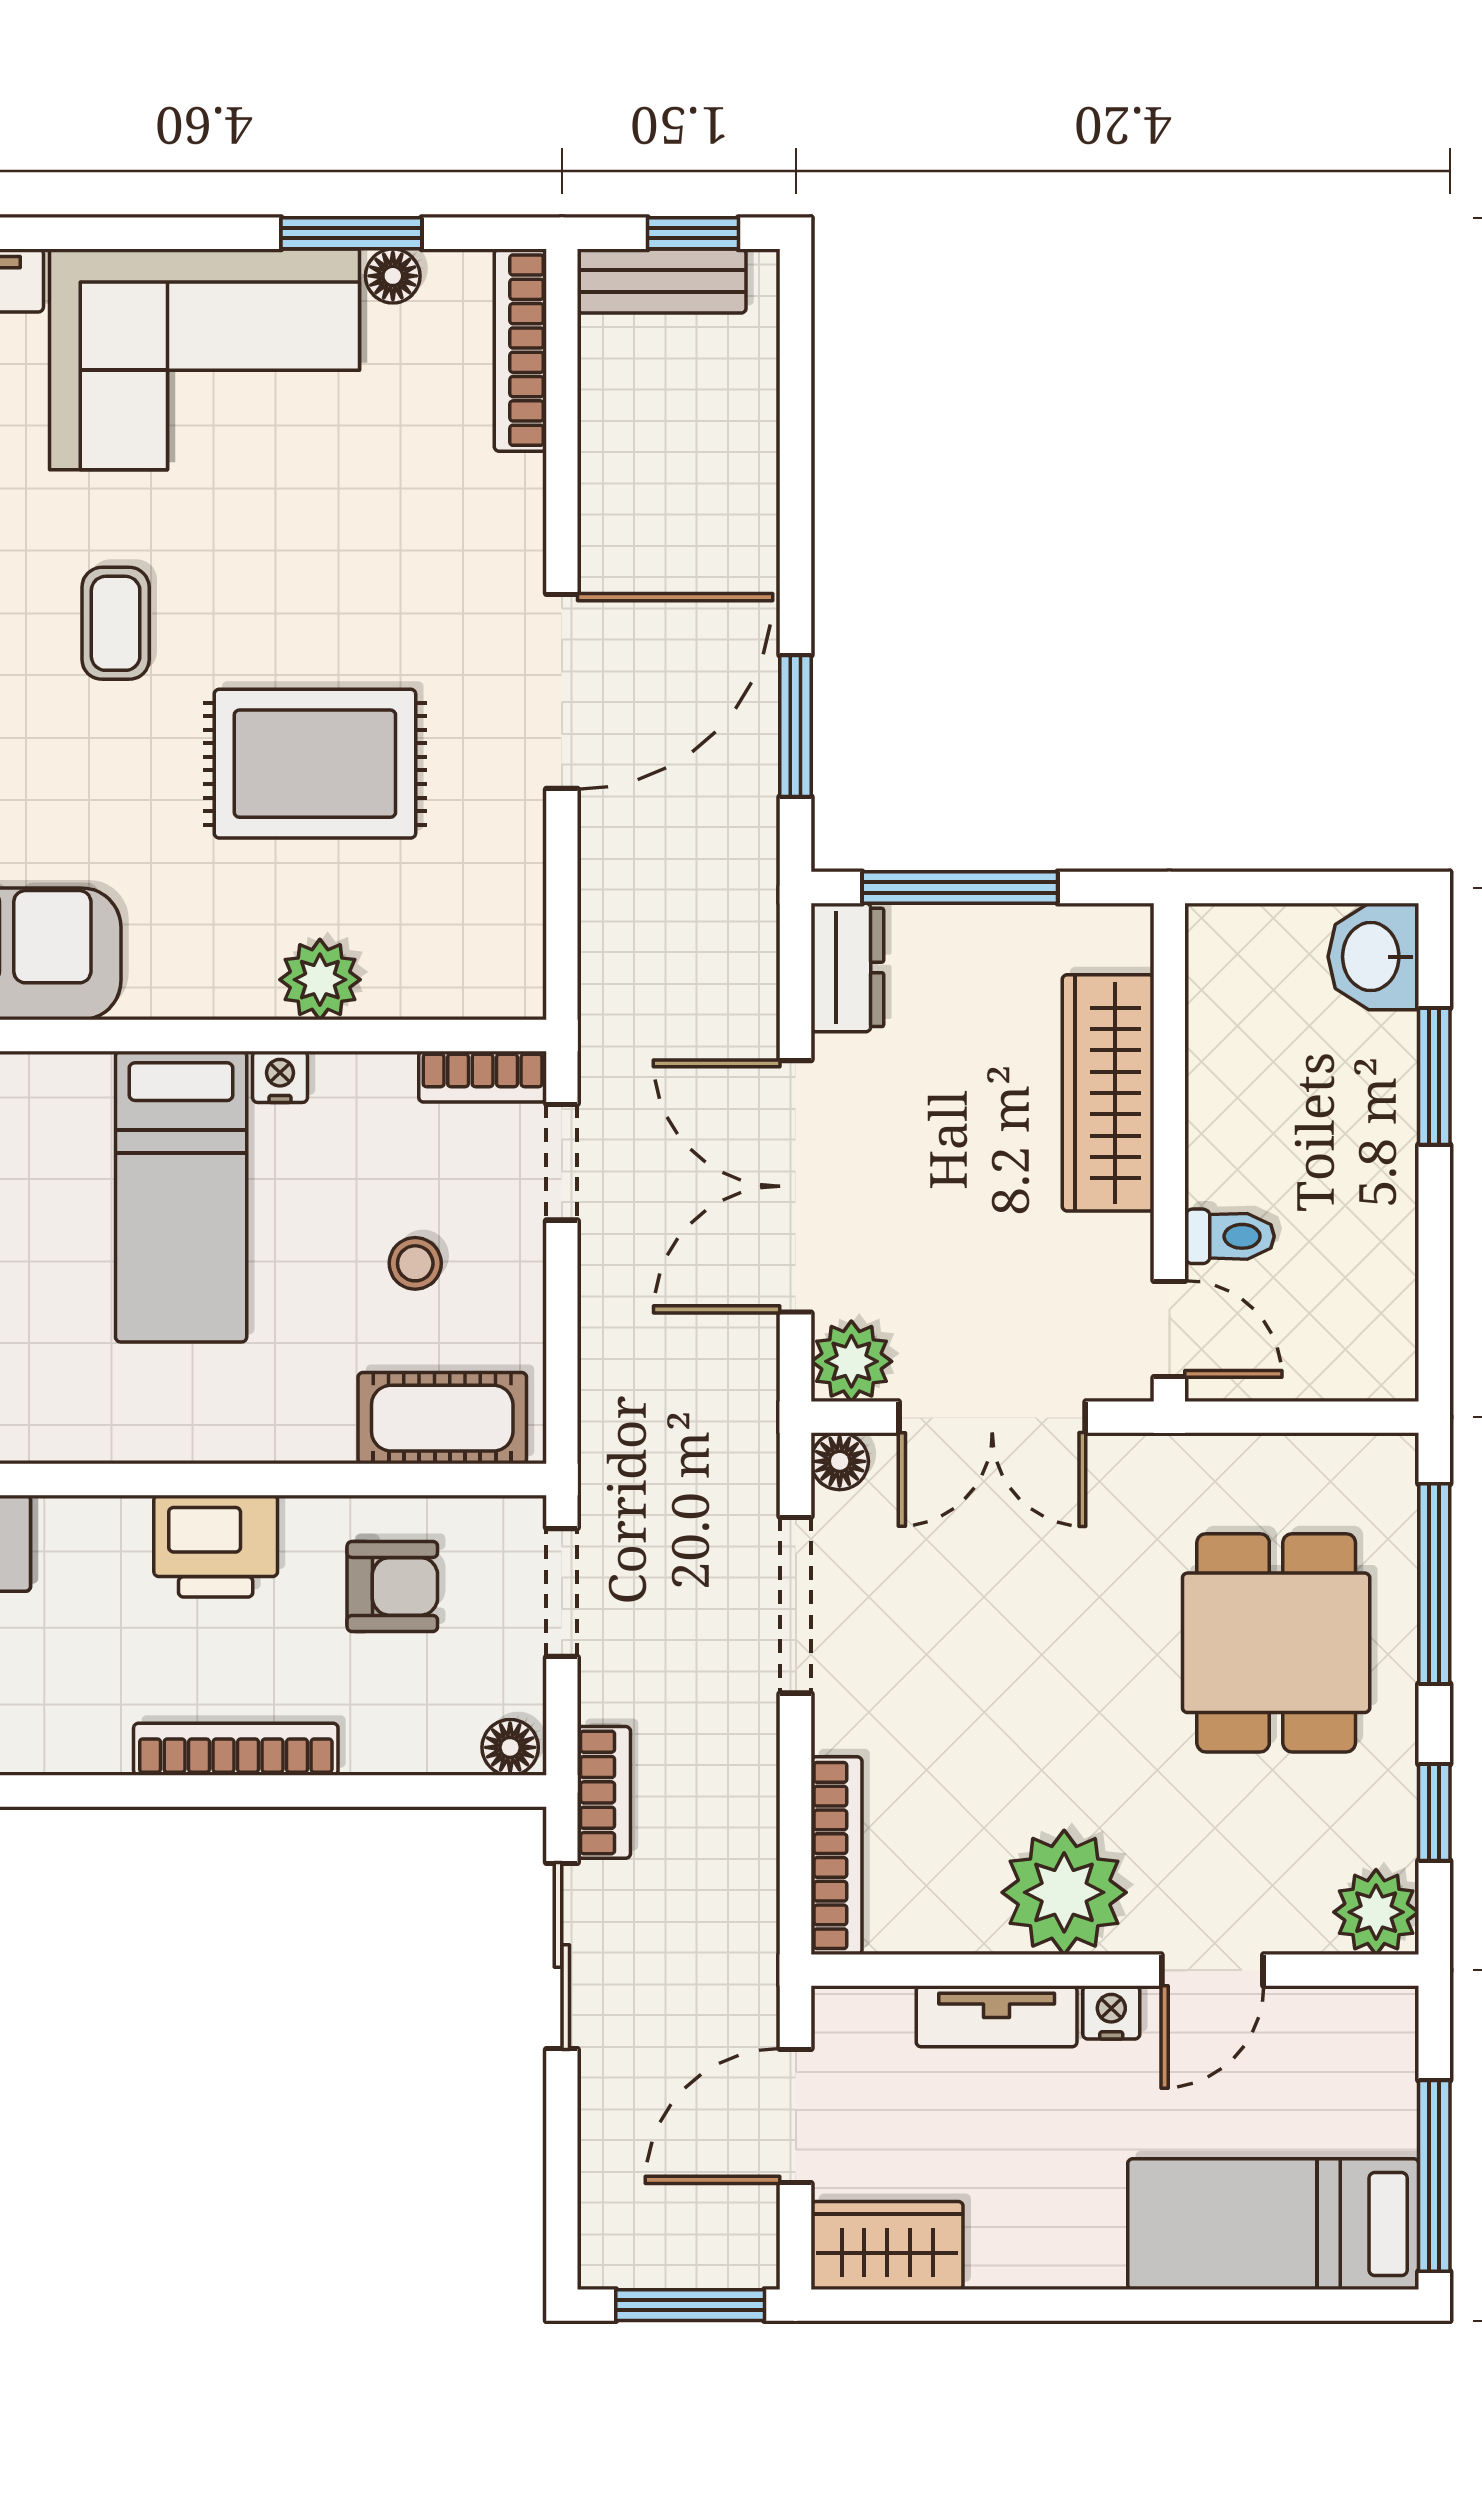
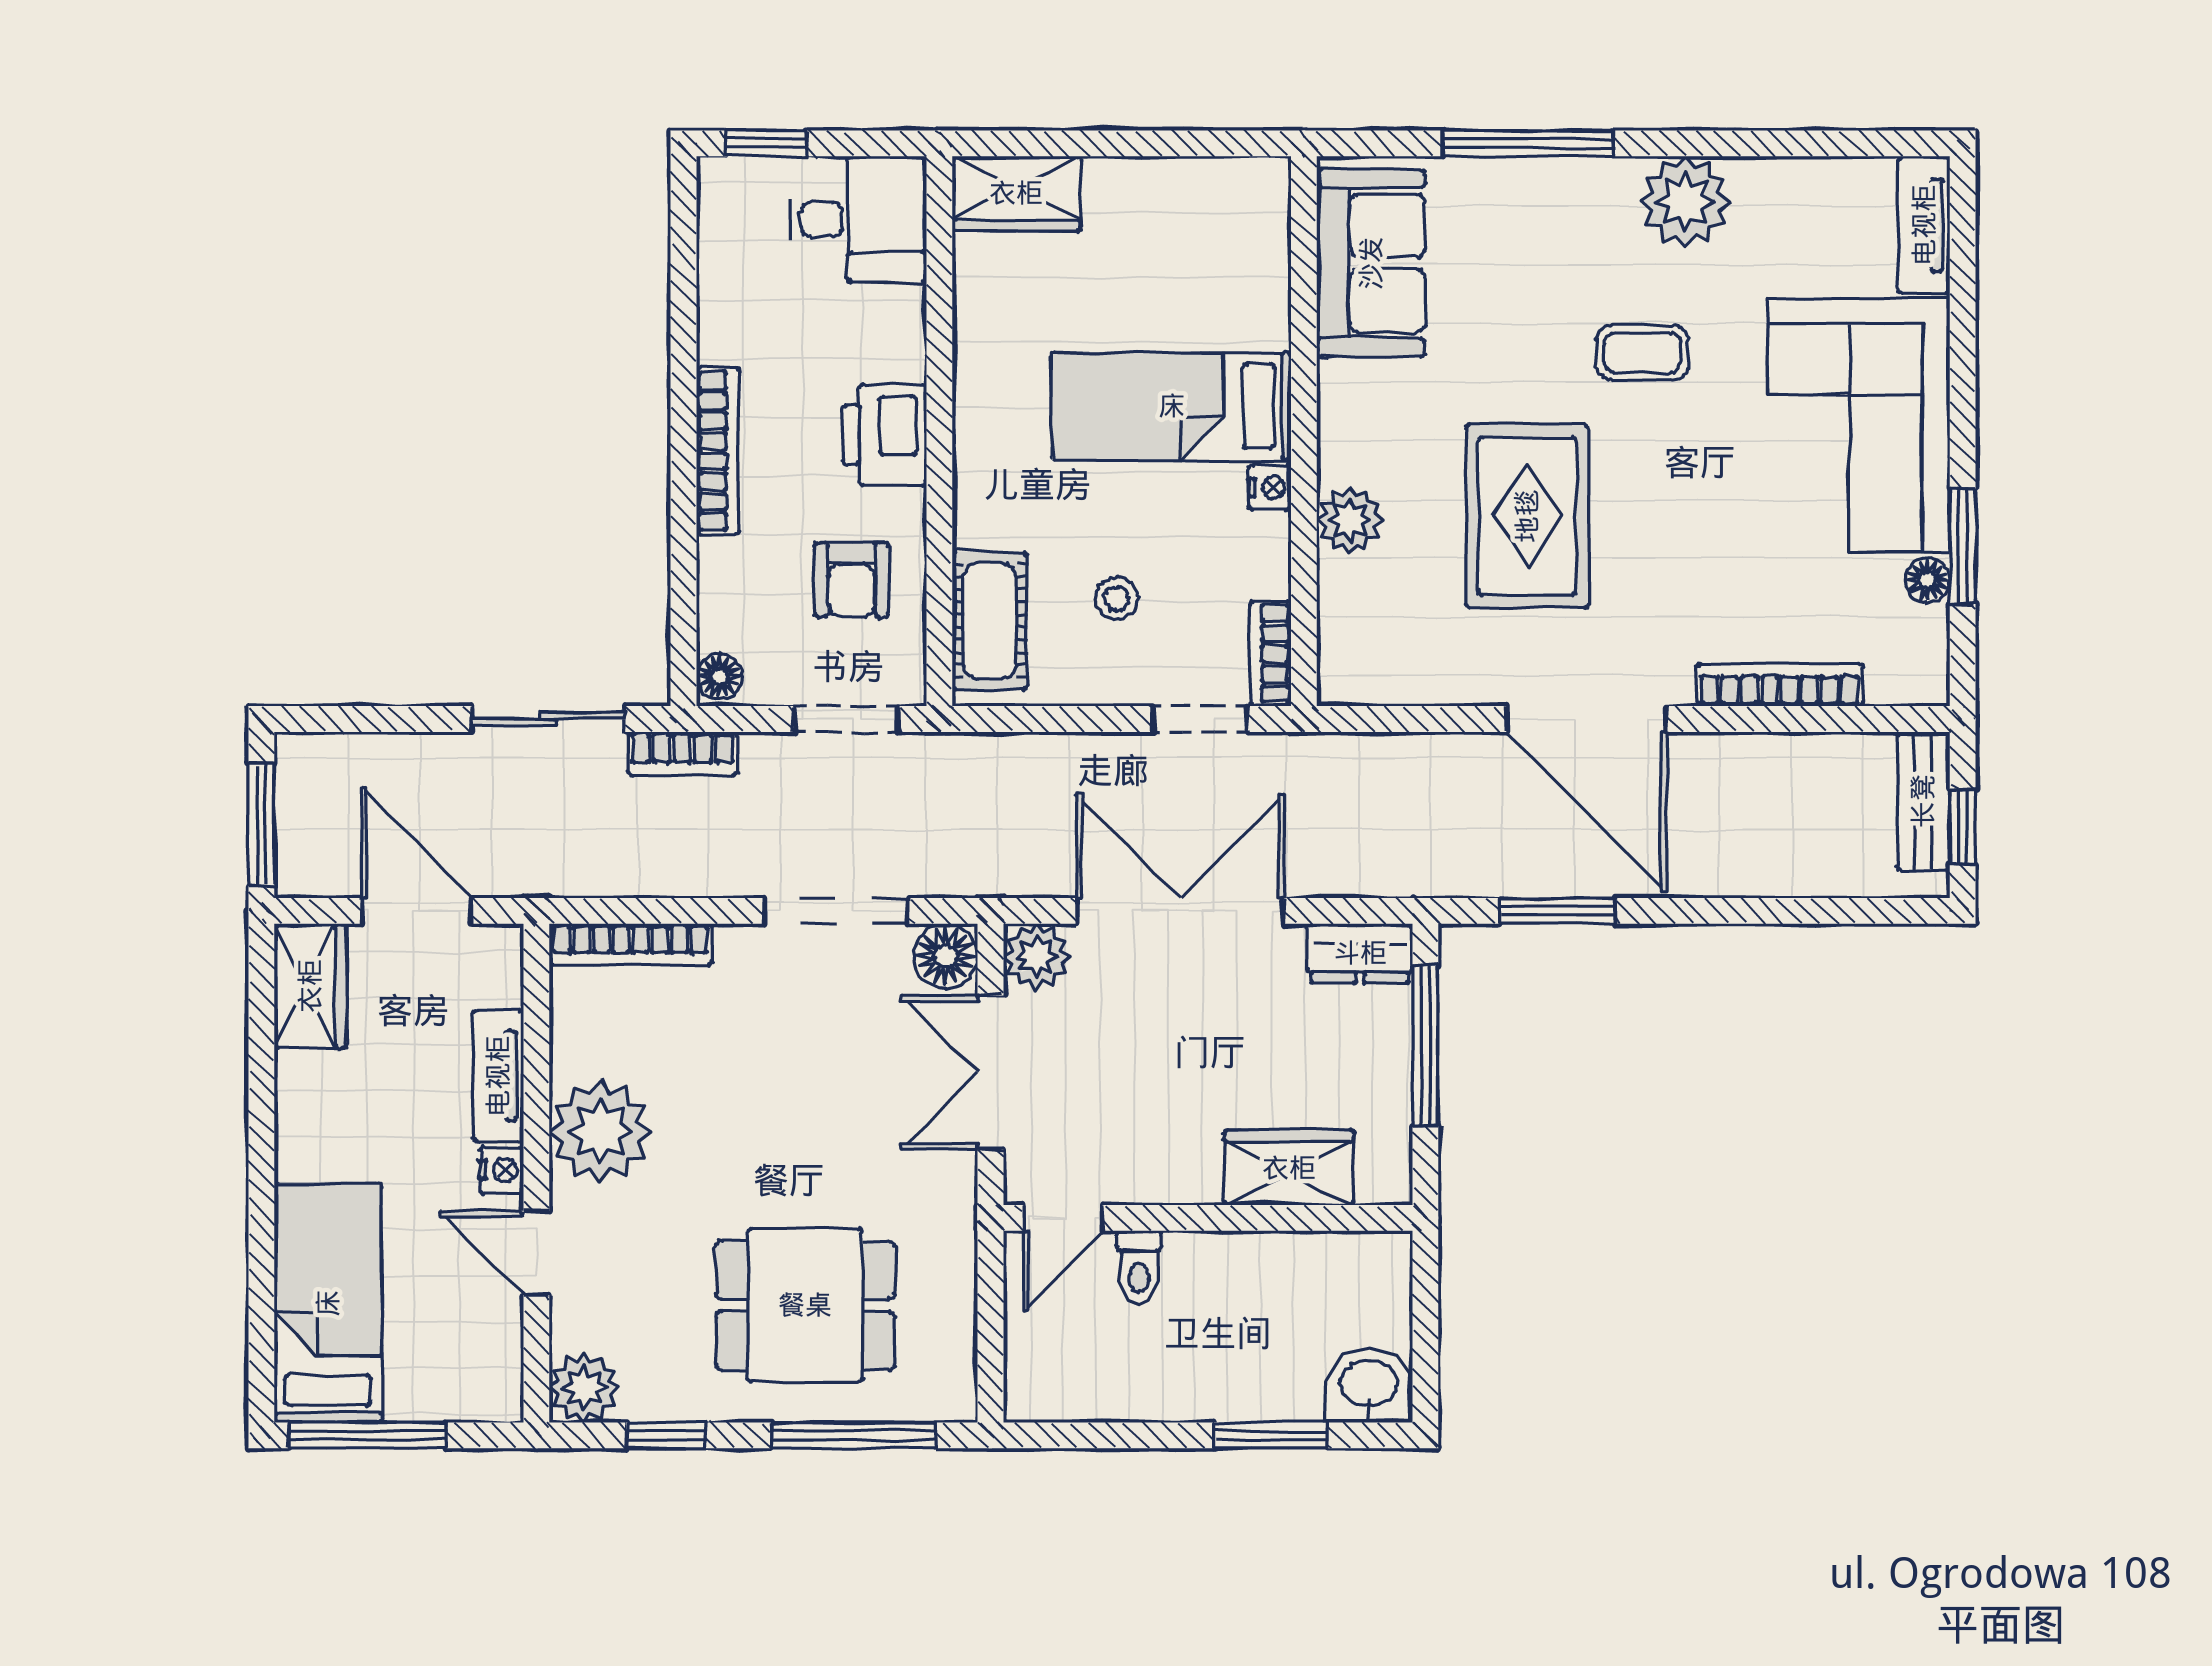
bookcase: (520, 350) -> (1780, 685), moved
wardrobe: (1108, 1093) -> (1289, 1168), width x0.67
floor lamp: (840, 1461) -> (946, 956), width x1.37, depth x1.37

